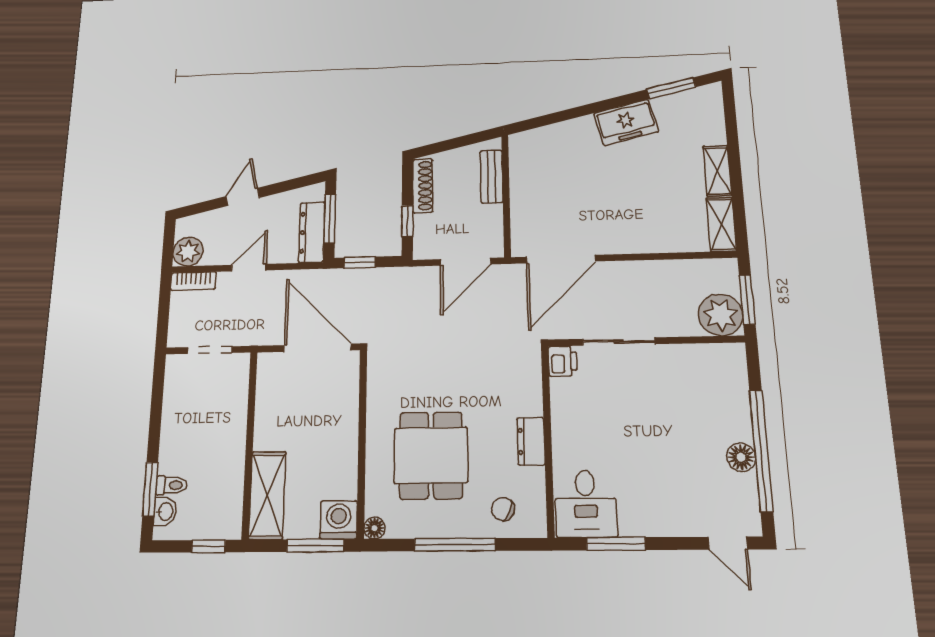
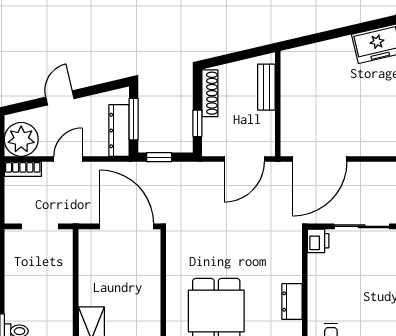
plant: (188, 252) -> (21, 139), width x1.36, depth x1.36

